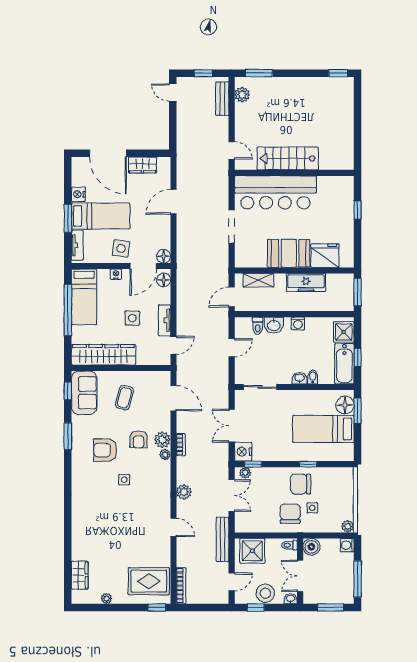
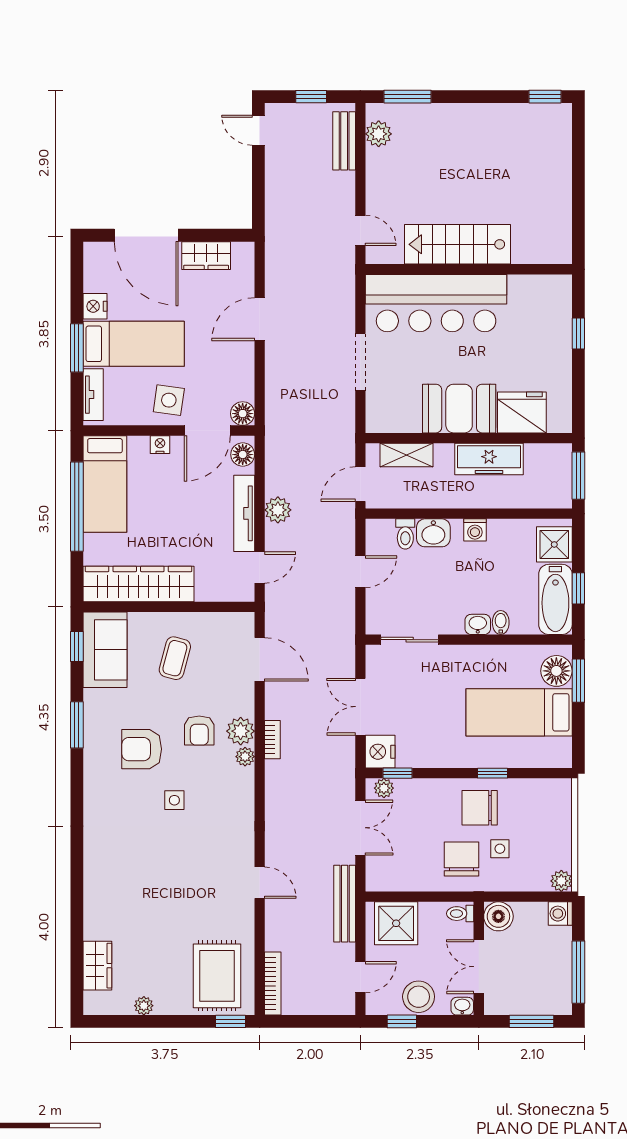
side table: (132, 318) -> (188, 520), removed
tv unit: (165, 320) -> (244, 513), width x1.41
plant: (184, 492) -> (278, 510), moved
rug: (149, 581) -> (217, 976), turned 90

